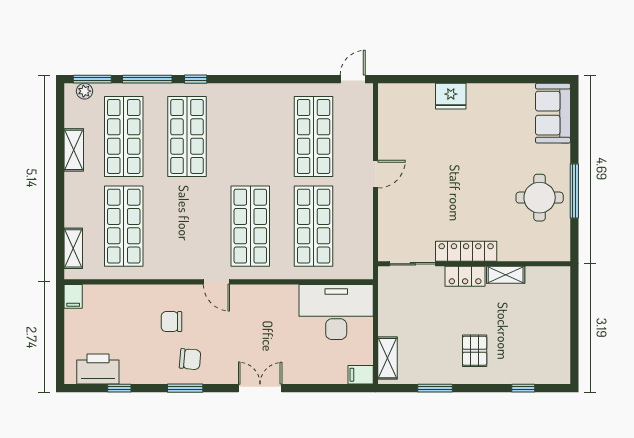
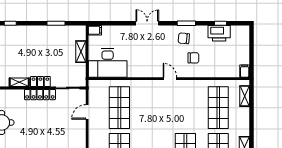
door: (376, 174) -> (87, 112), moved
shop shelf: (250, 226) -> (152, 108), removed
pallet: (475, 351) -> (35, 43), removed
shelving: (387, 358) -> (81, 52), moved
printer: (98, 369) -> (219, 33), moved
double door: (260, 388) -> (147, 23), swing flipped

